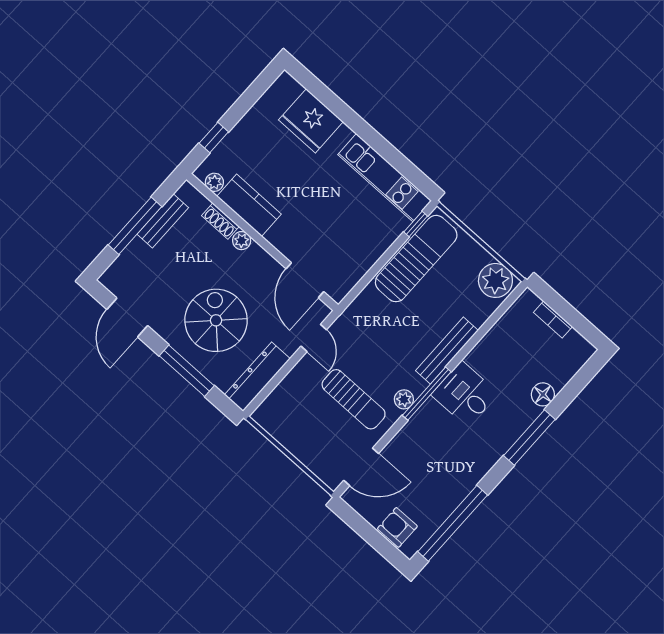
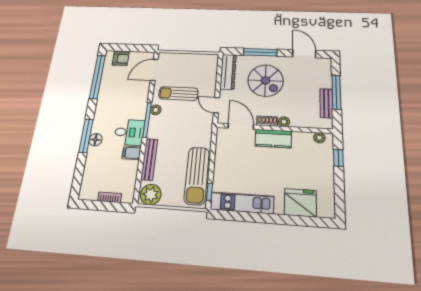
kitchen counter: (249, 205) -> (273, 139), moved
shoe rack: (220, 221) -> (267, 121), moved
bench: (447, 350) -> (149, 159), moved
filing cabinet: (482, 360) -> (132, 153), added
floor lamp: (543, 394) -> (95, 140), moved

